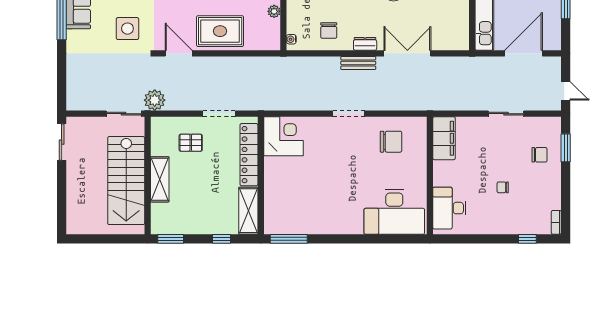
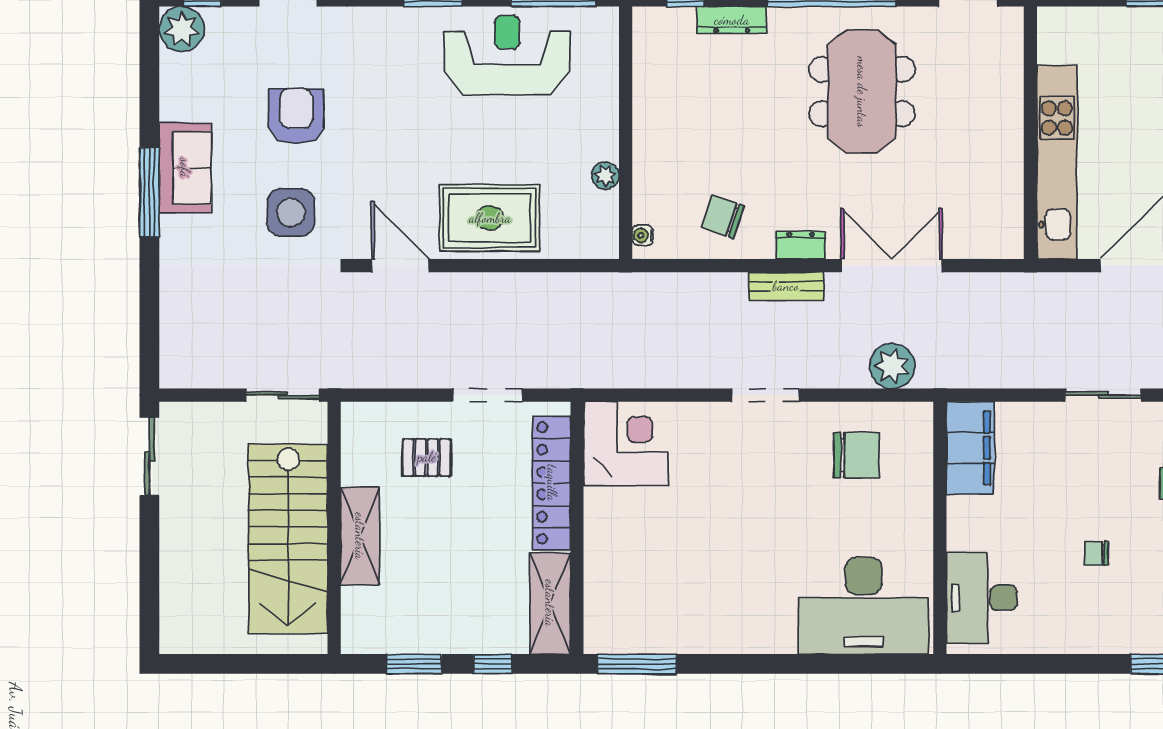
chair: (329, 30) -> (723, 217), turned 108
plant: (155, 100) -> (892, 366), moved
window: (171, 239) -> (414, 664), moved

